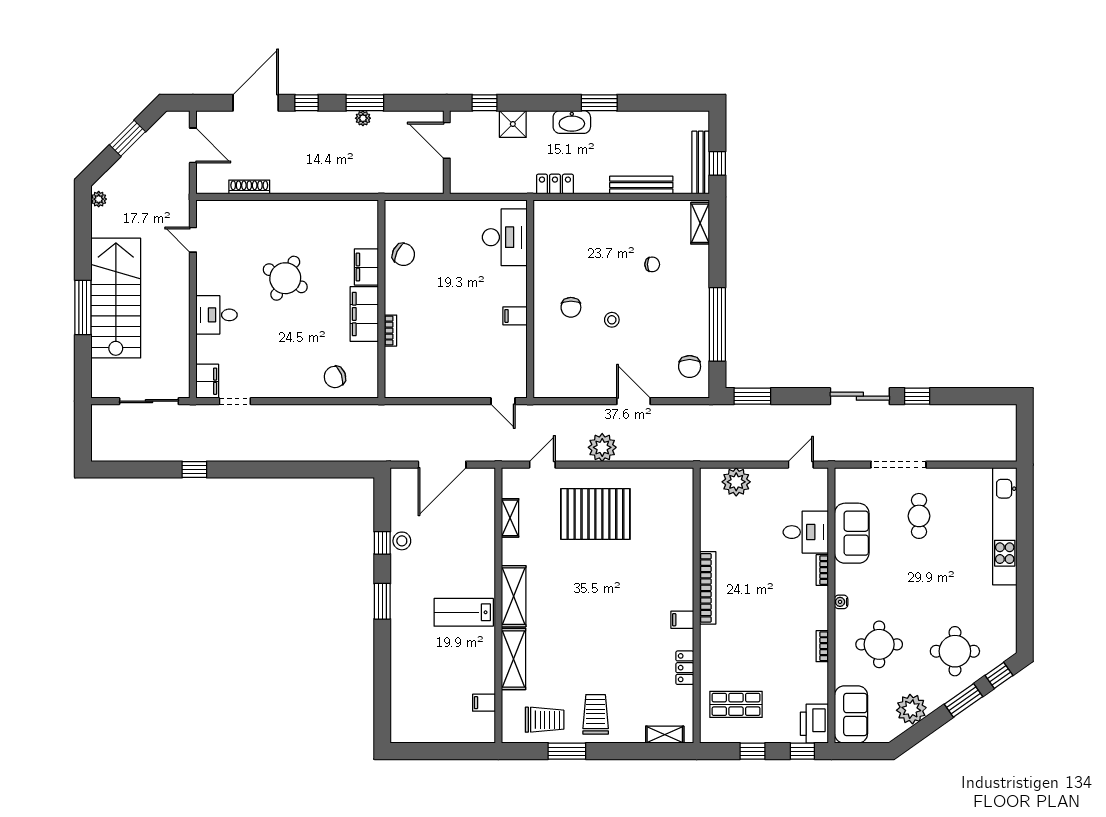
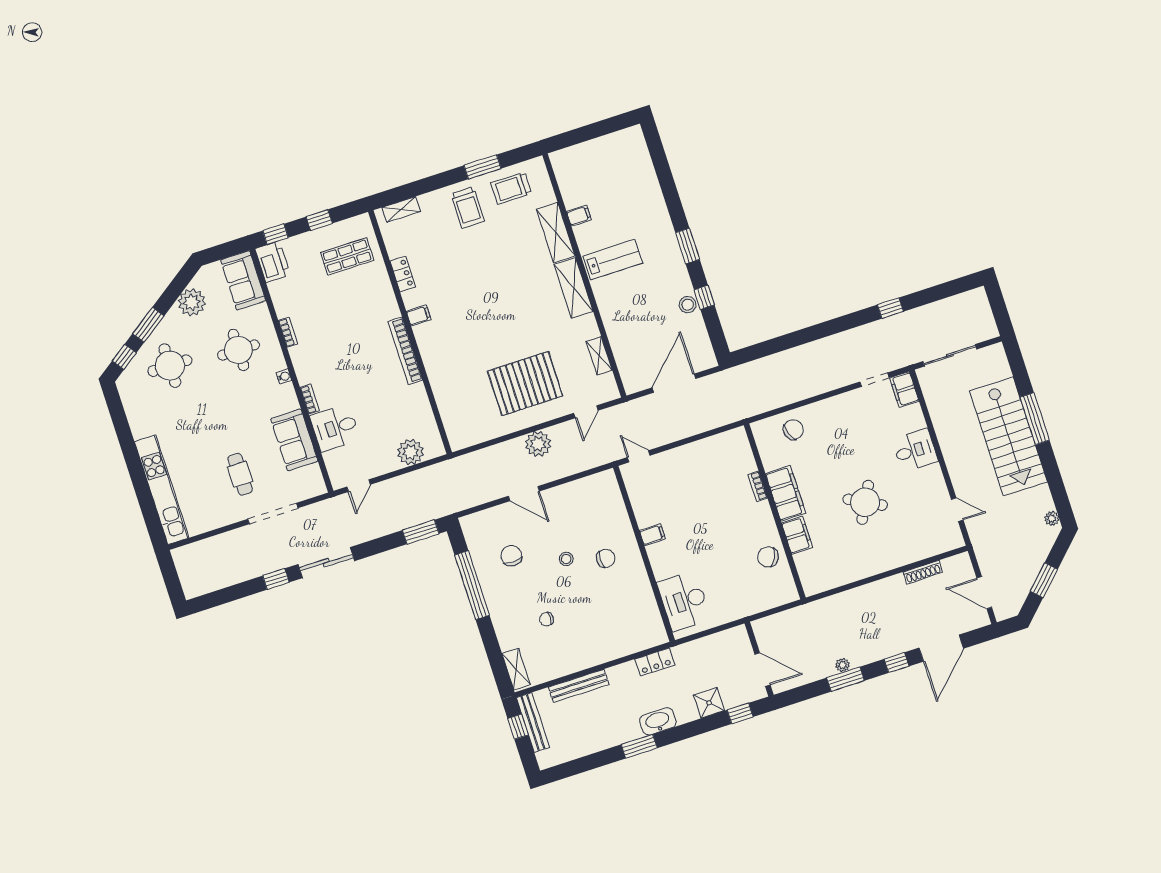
chair: (571, 307) -> (606, 558), turned 90
chair: (690, 366) -> (511, 556), moved
filing cabinet: (484, 703) -> (579, 216), moved

